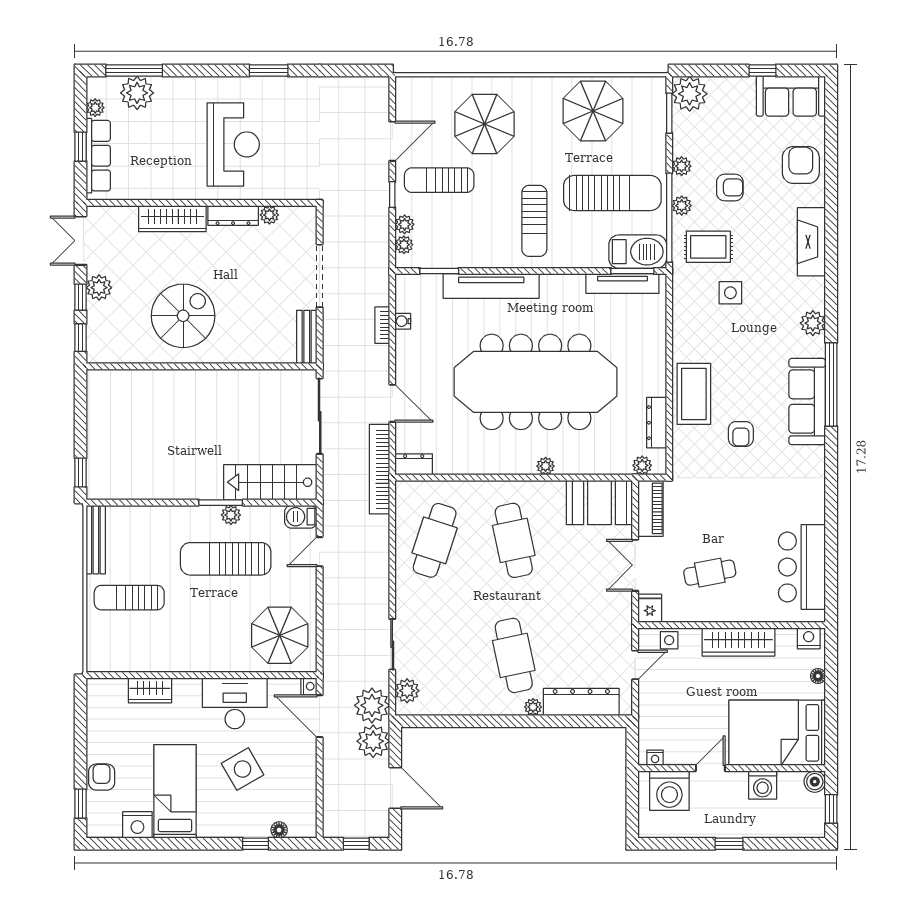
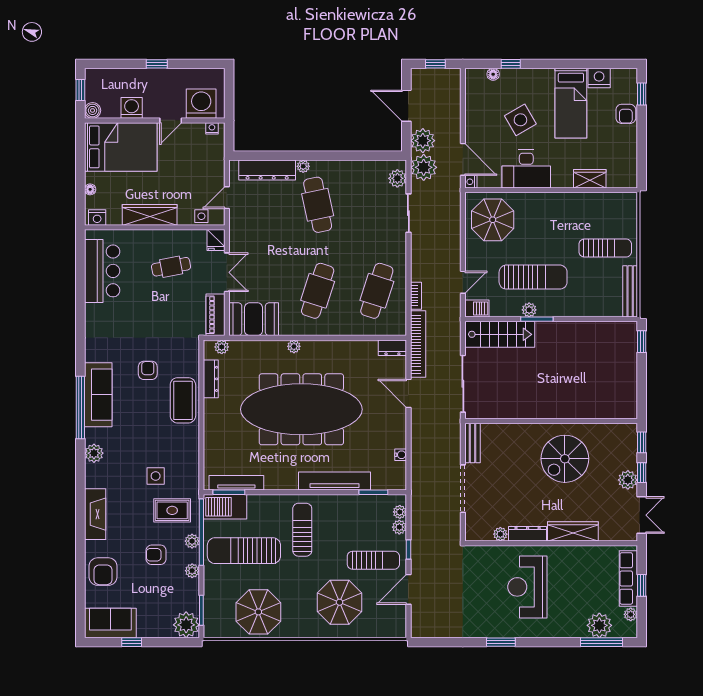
bookcase: (382, 325) -> (416, 296), moved
cafe table: (514, 540) -> (318, 291), turned 30

